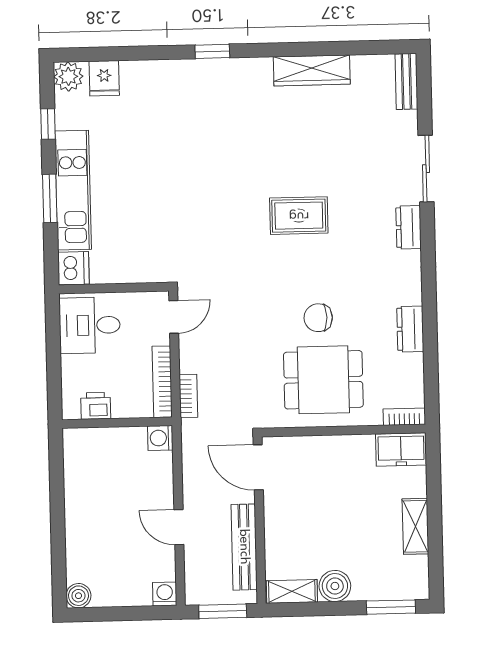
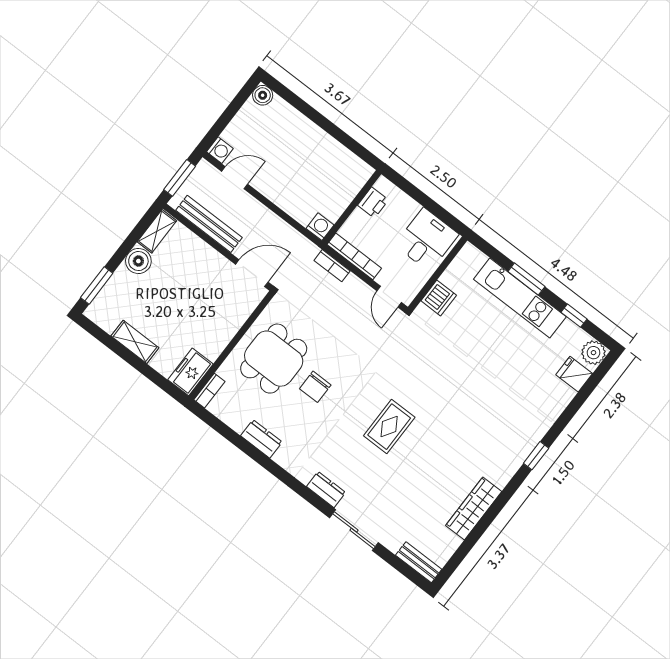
dishwasher: (74, 268) -> (439, 298), moved, turned -90
chair: (318, 318) -> (315, 387), turned 180
door: (179, 527) -> (235, 178), moved

